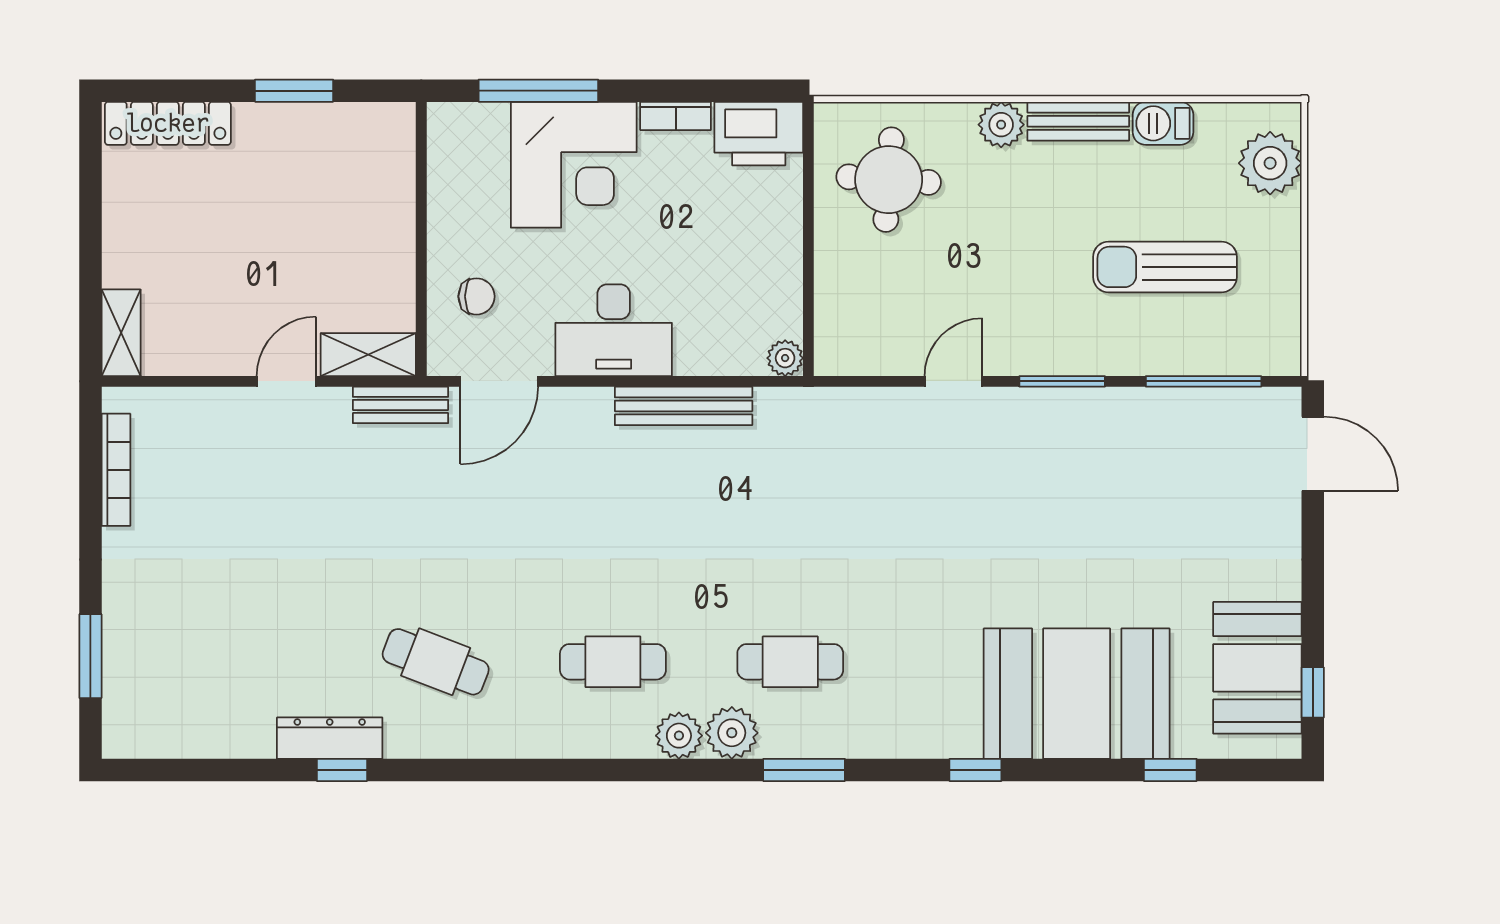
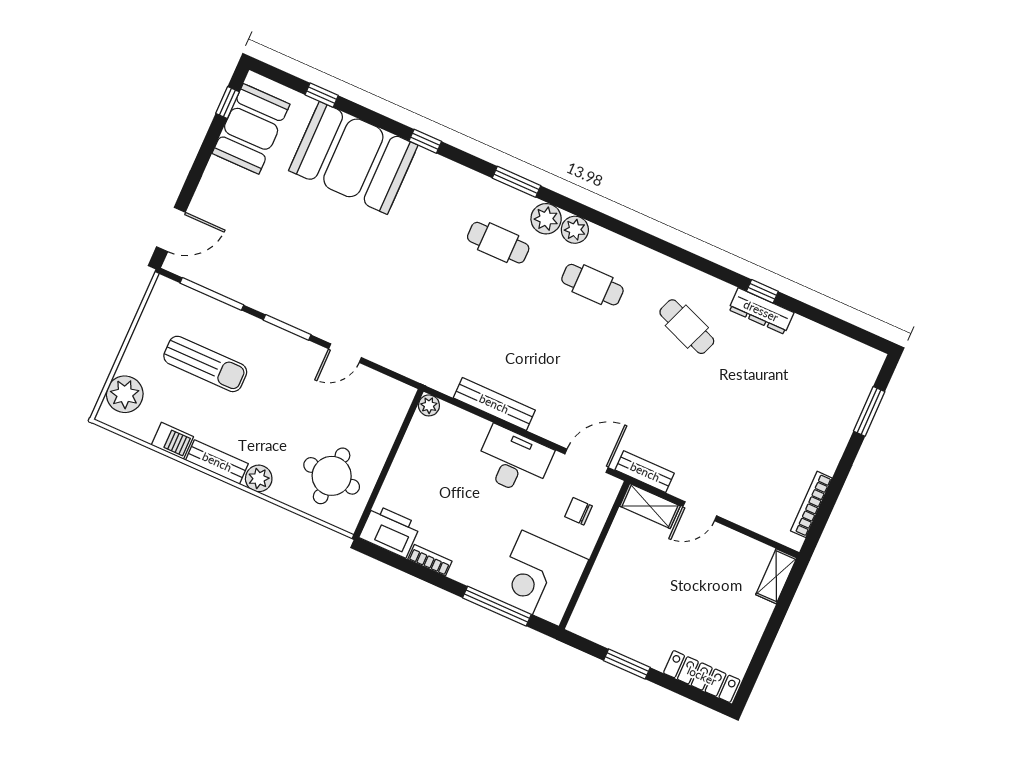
corner desk: (574, 165) -> (540, 578), moved, turned -90
door: (1313, 454) -> (171, 230), swing flipped

